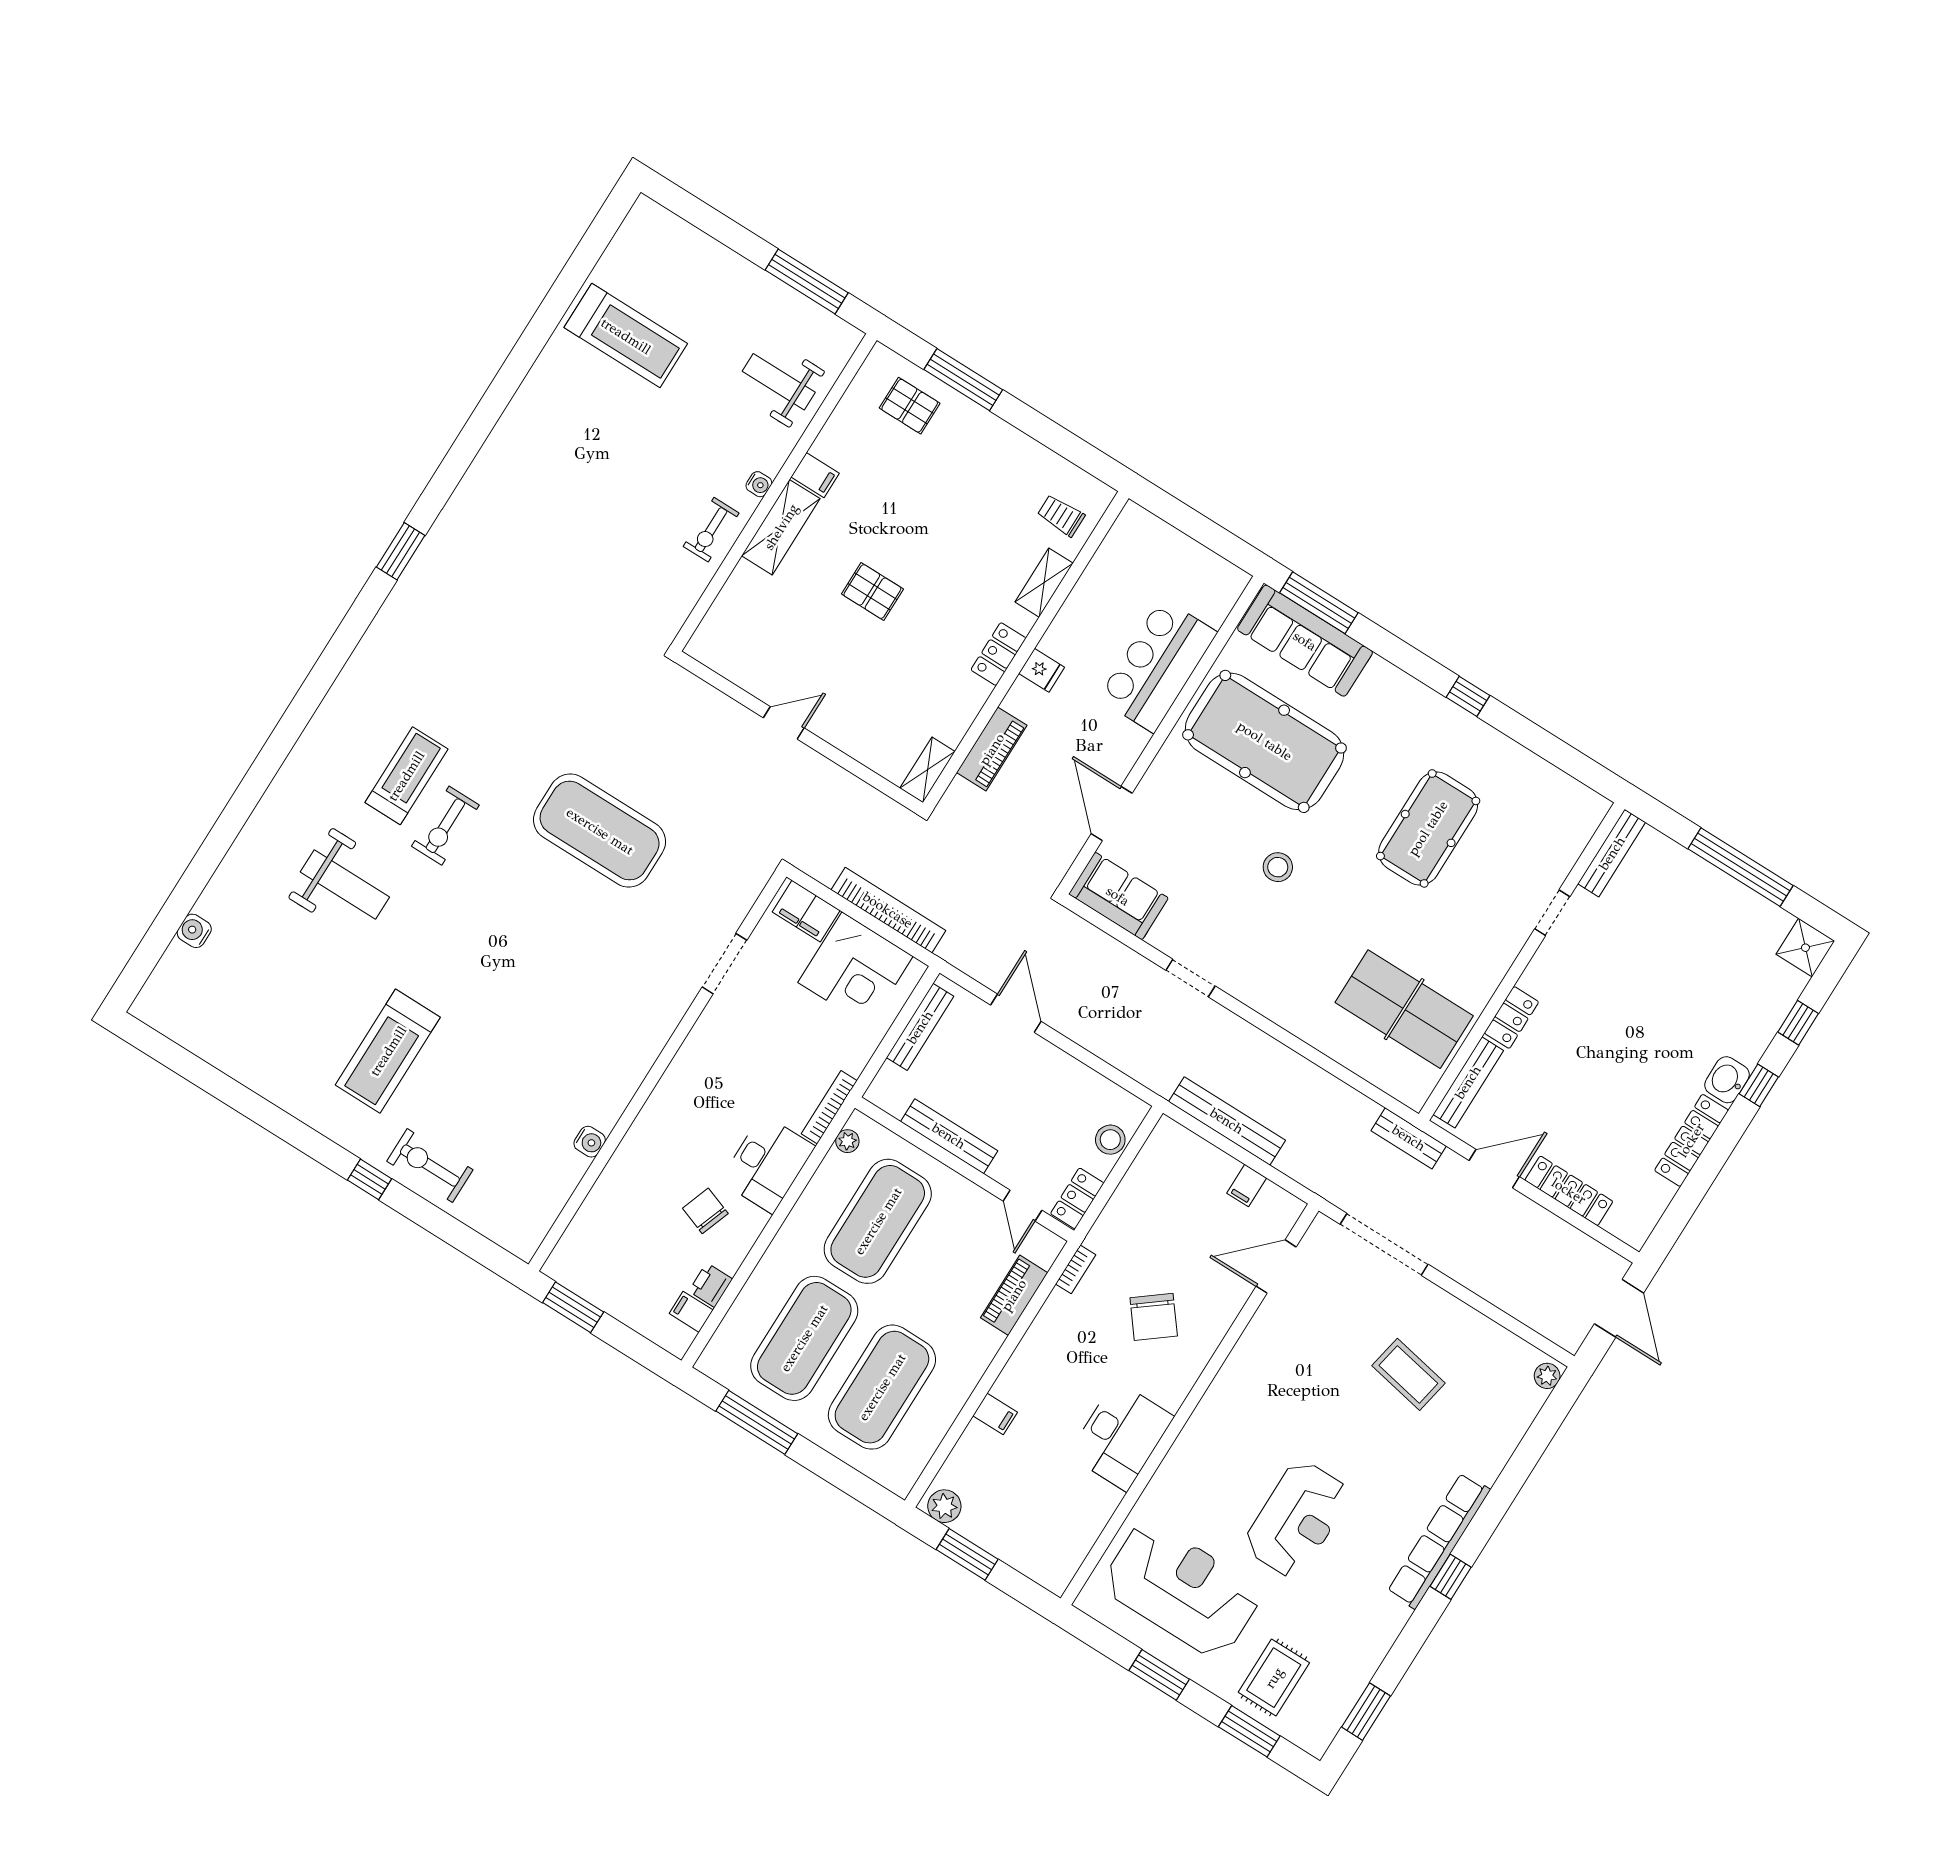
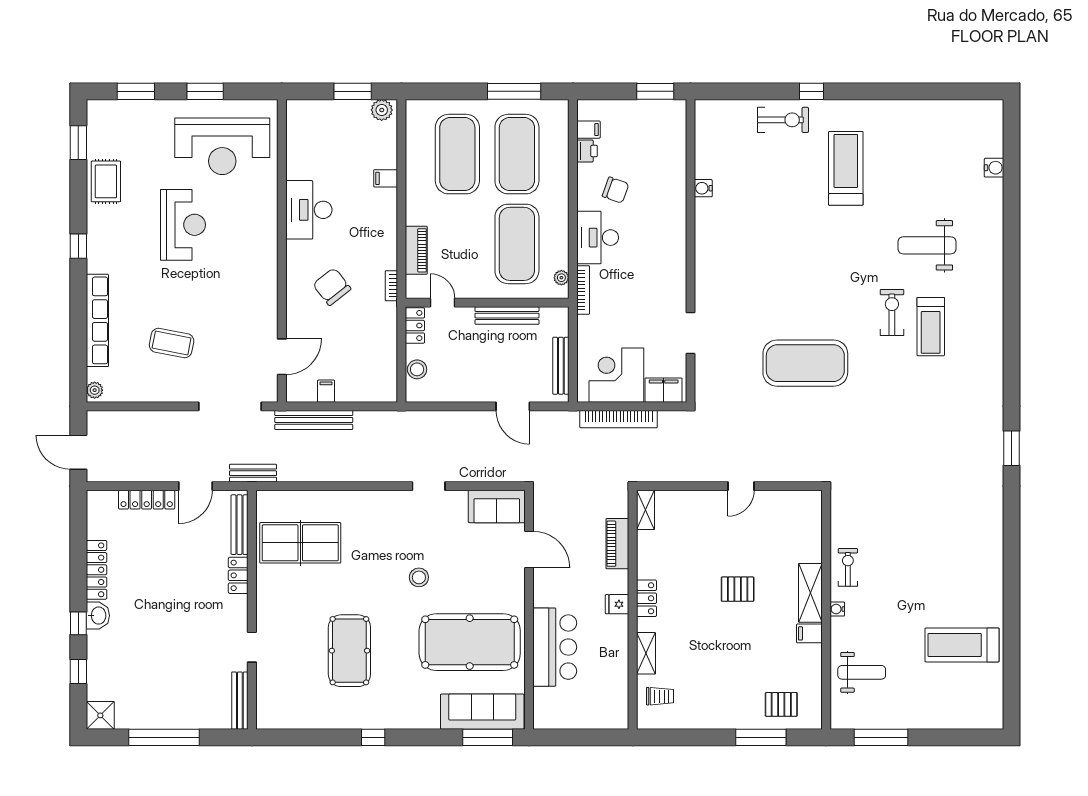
bench: (1227, 1121) -> (314, 420), moved
reception desk: (1297, 1519) -> (183, 225), turned 180
row of seats: (1439, 1541) -> (97, 320), moved
rug: (1274, 1678) -> (106, 181), moved

